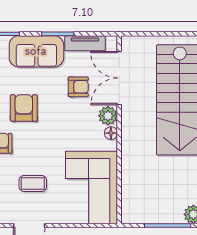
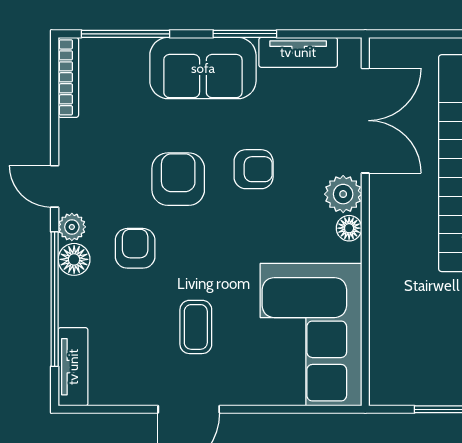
double door: (119, 78) -> (365, 121), swing flipped
armchair: (78, 87) -> (254, 169), moved
coffee table: (33, 183) -> (196, 327), turned 90

